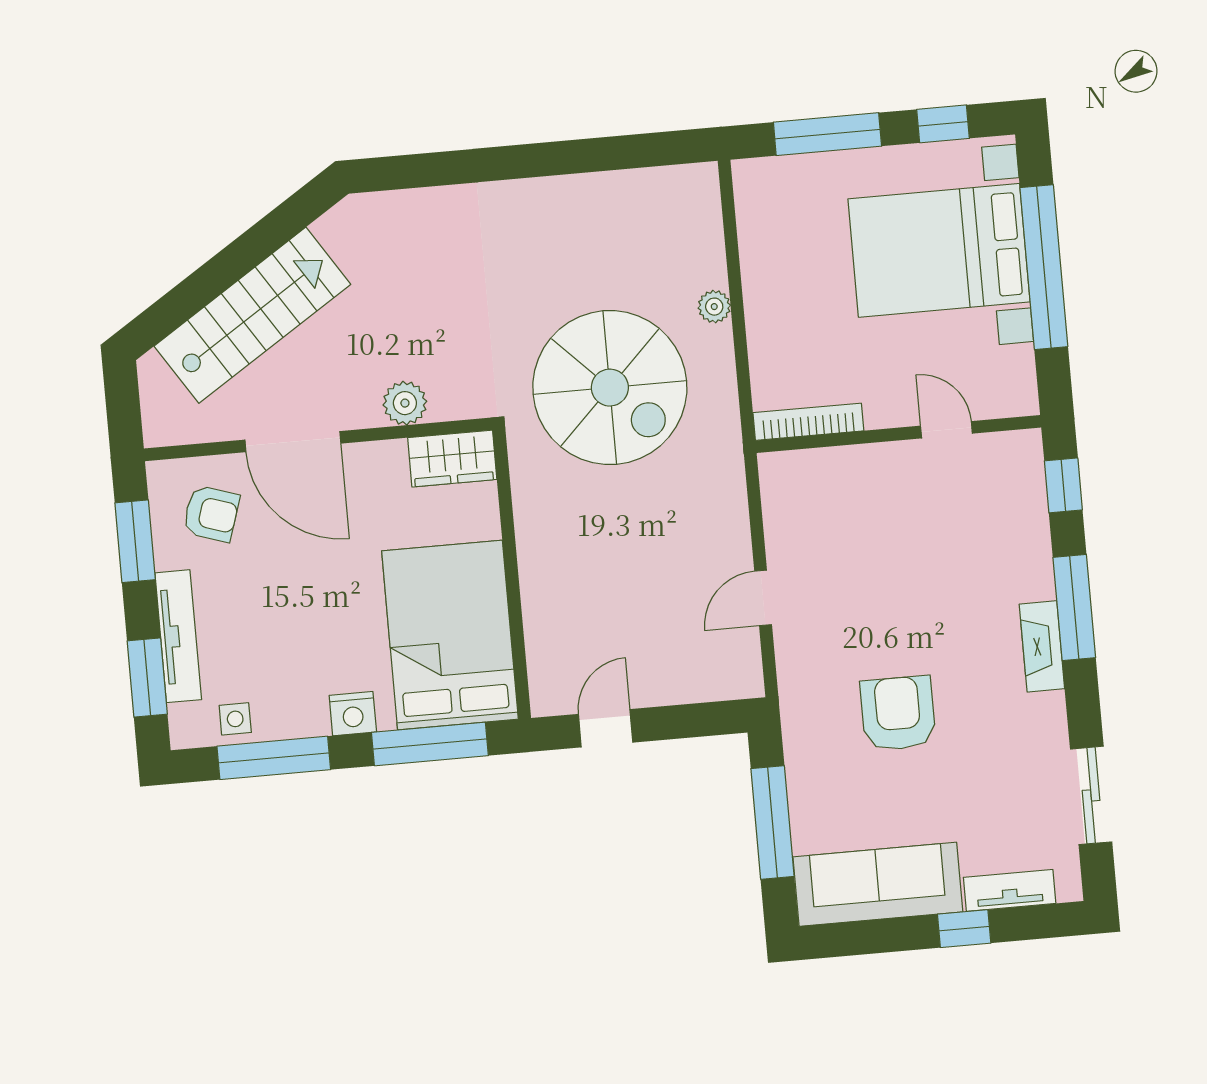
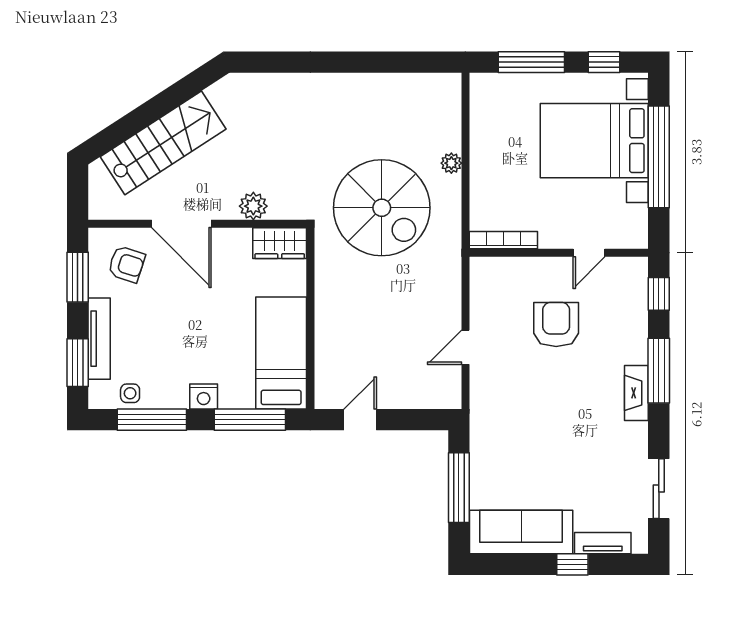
door: (946, 430) -> (589, 253), swing flipped
bed: (450, 635) -> (281, 353), width x0.67
armchair: (898, 713) -> (556, 324), moved

